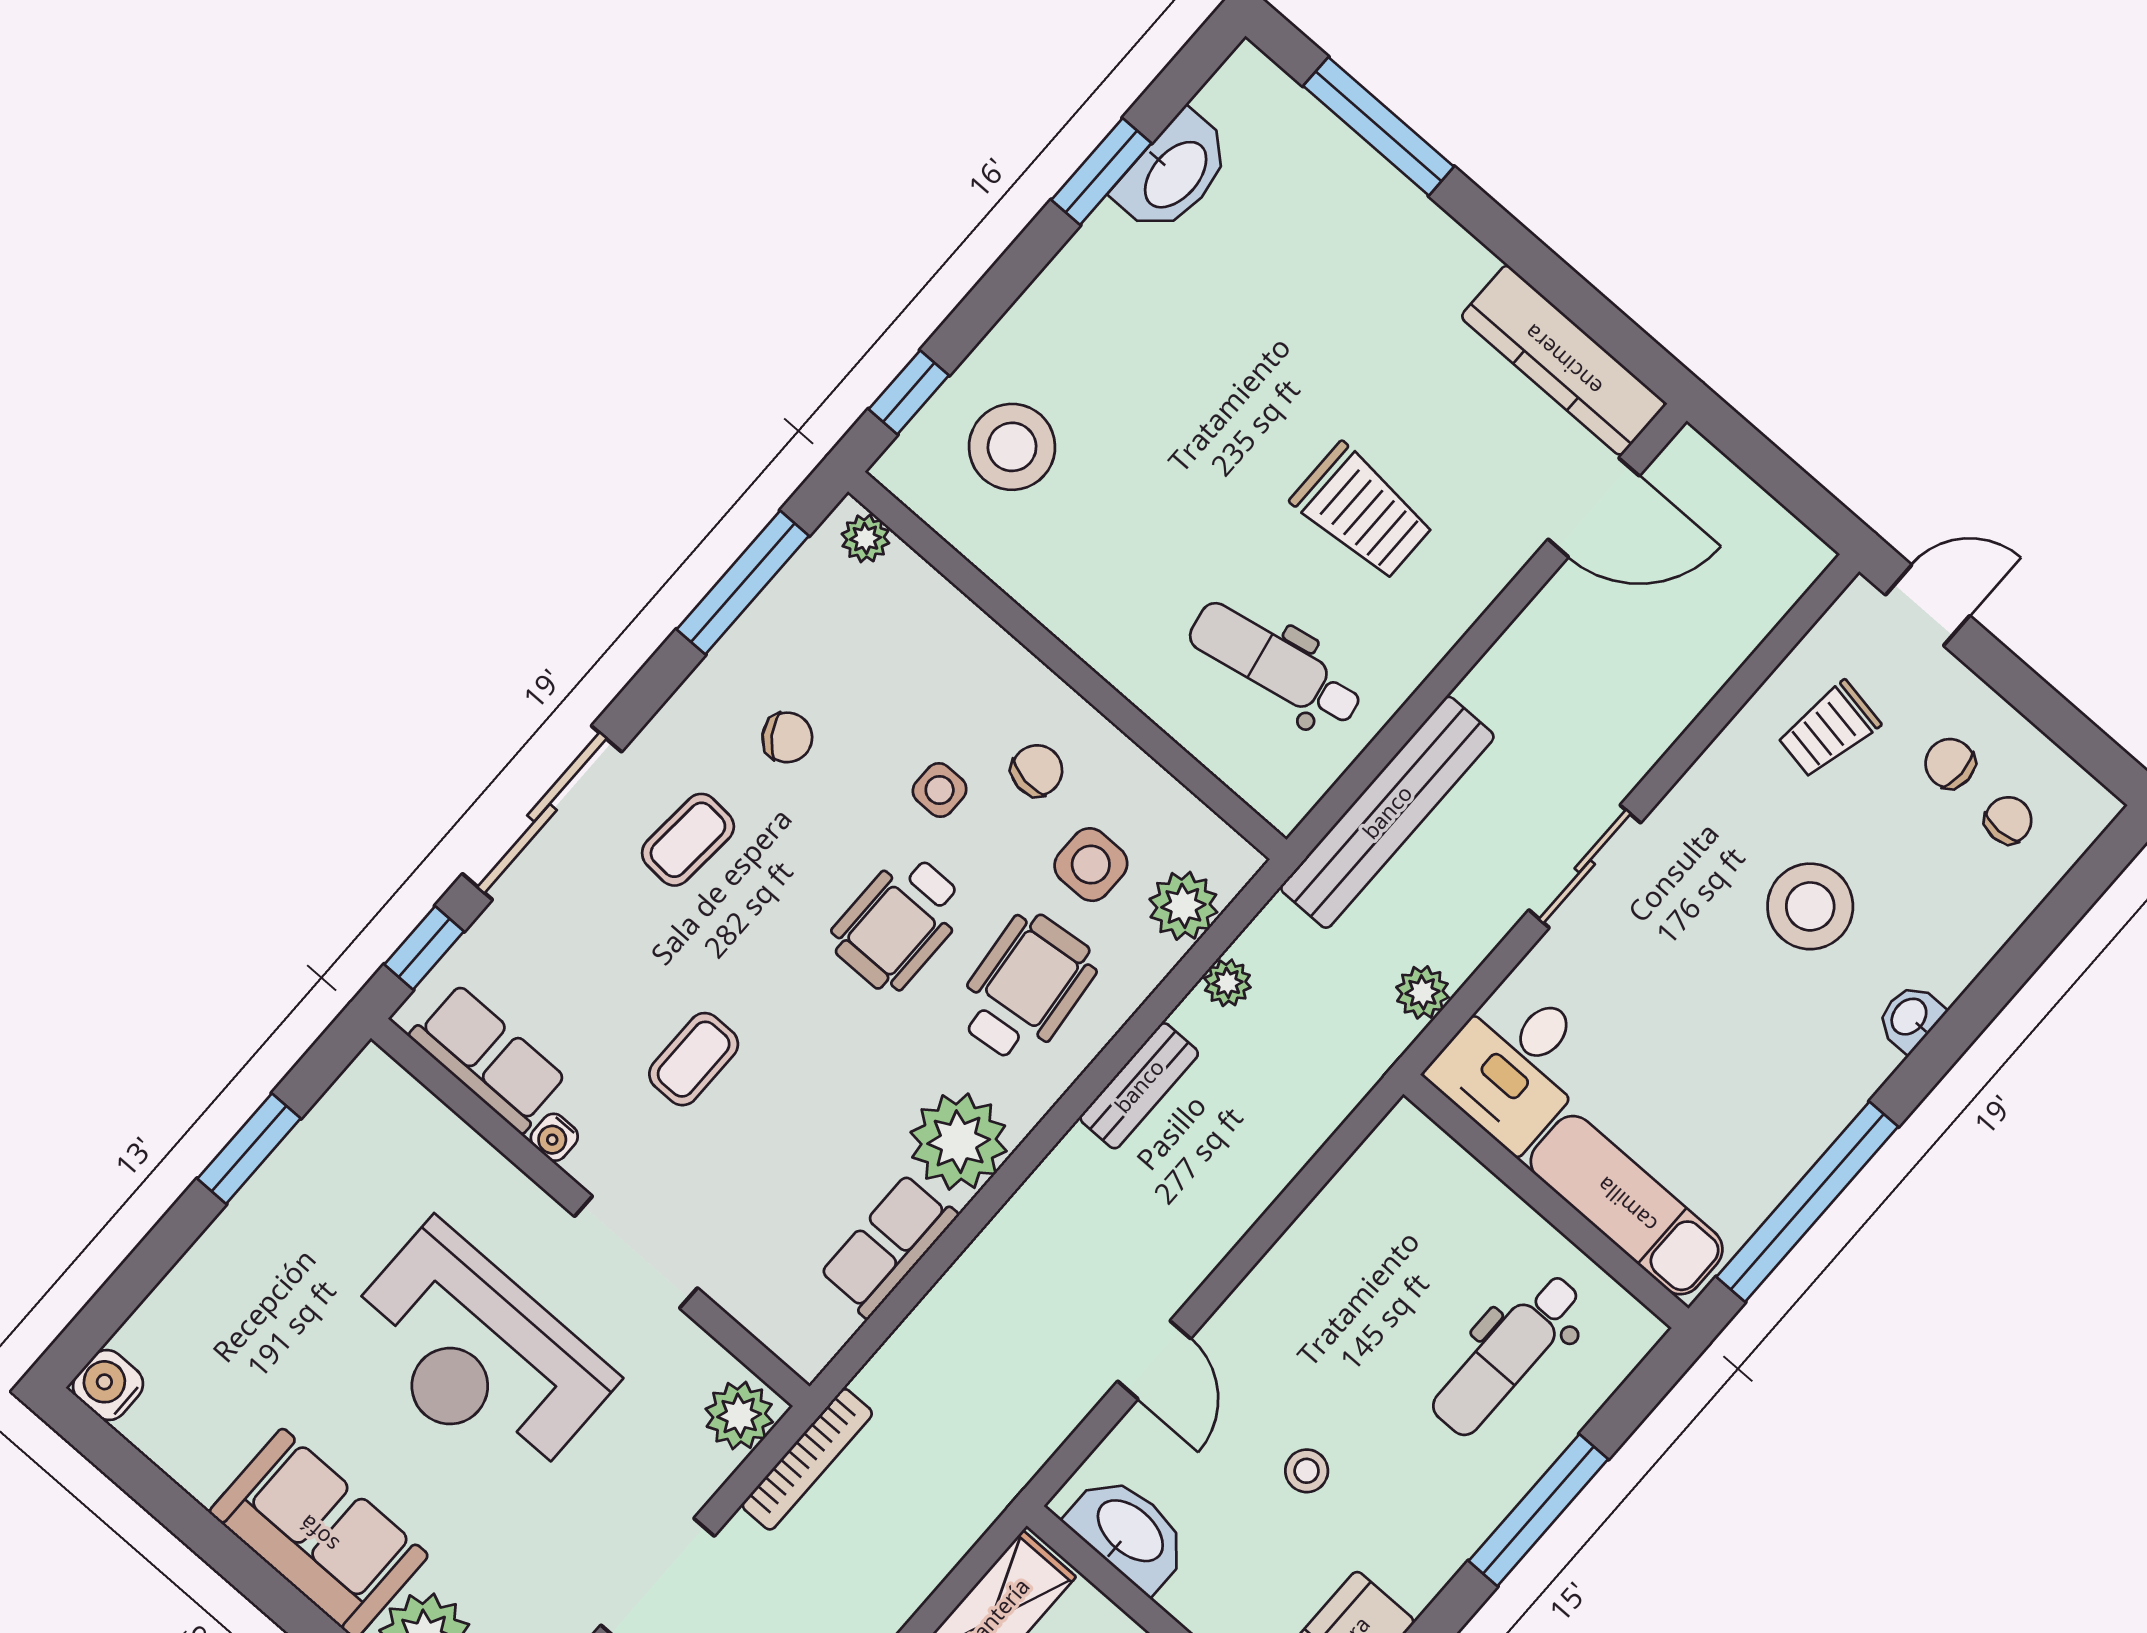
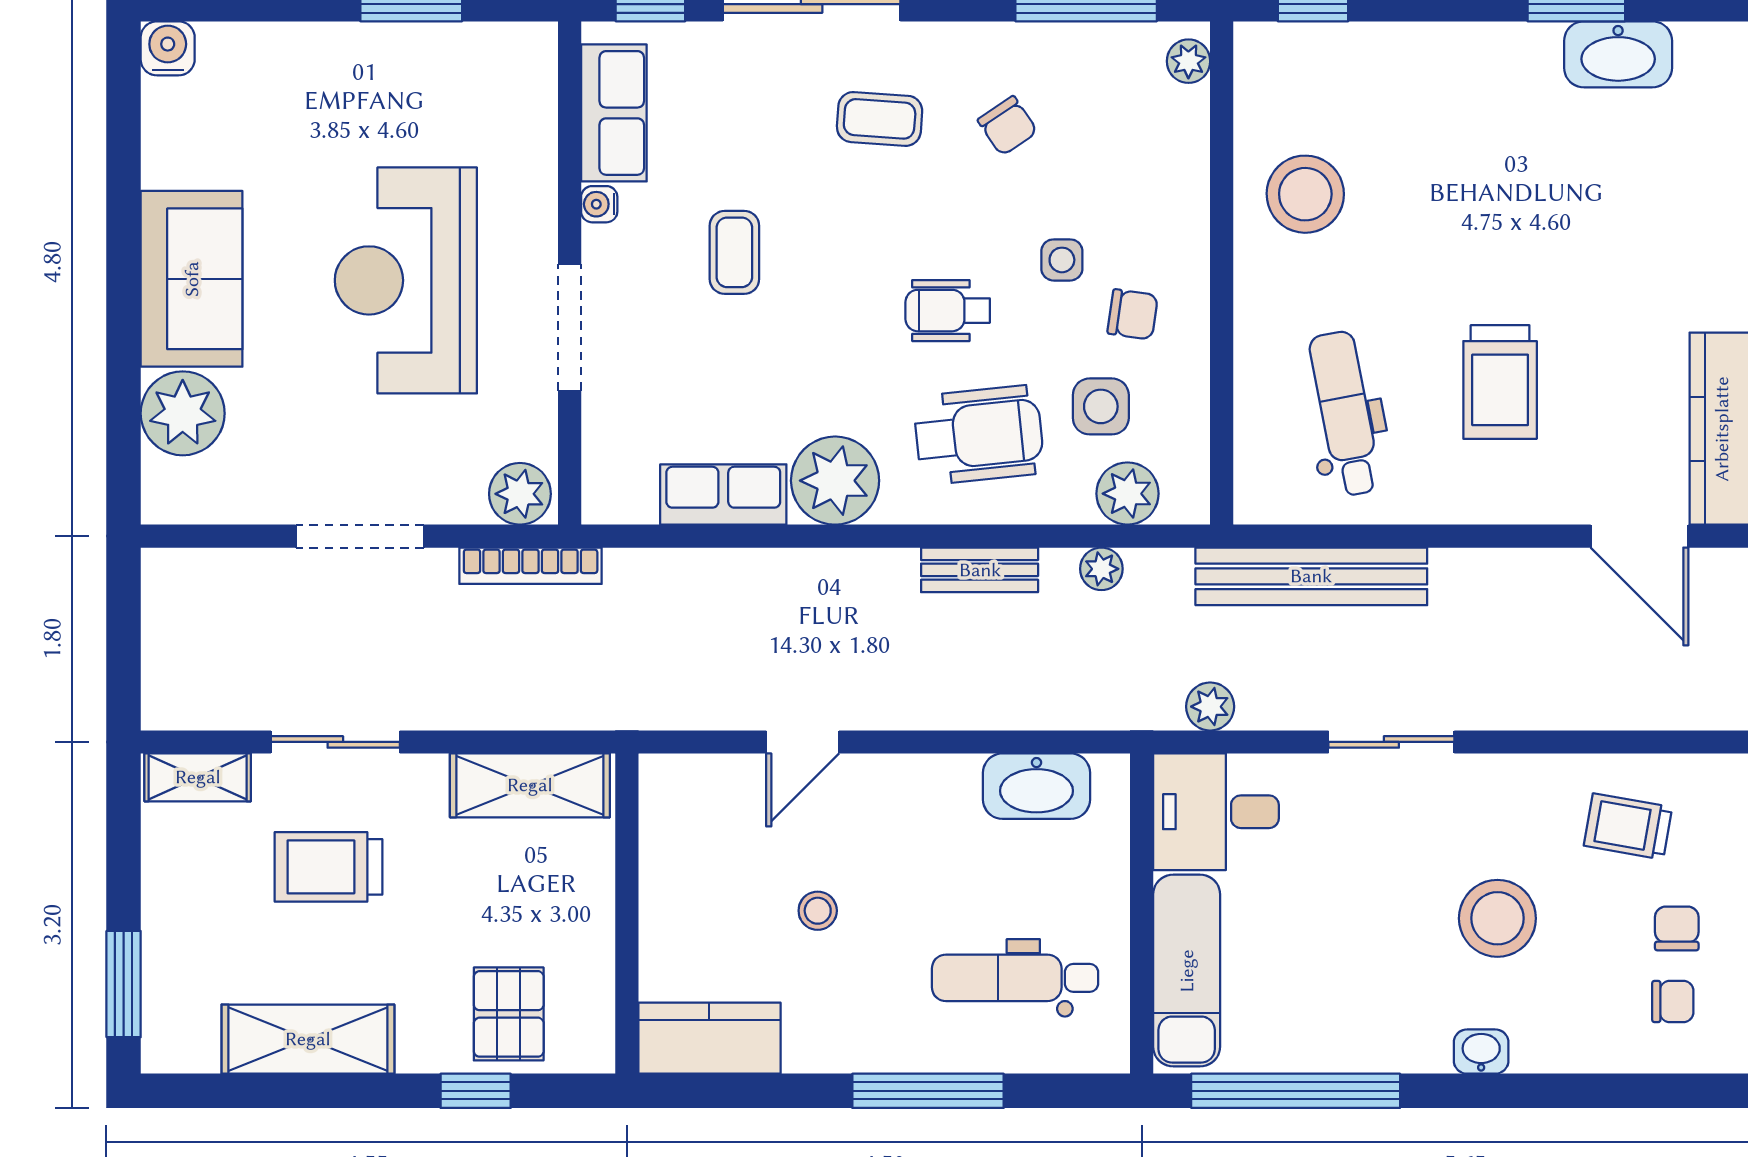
stool: (1012, 447) -> (1305, 194), moved
wheelchair: (898, 923) -> (948, 311), width x0.73, depth x0.73
coffee table: (694, 1059) -> (734, 252), turned 90
washbasin: (1129, 1532) -> (1036, 786), moved, turned 90

